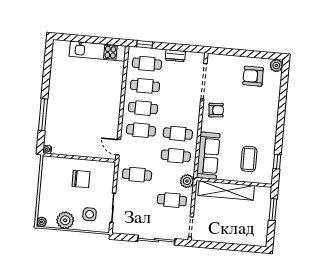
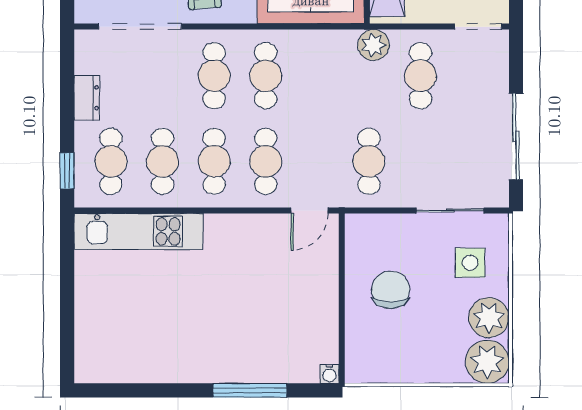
kitchen unit: (98, 51) -> (138, 231), moved, turned 90
cafe table: (176, 156) -> (214, 76), moved
plant: (42, 222) -> (487, 362), width x1.88, depth x1.88
sliding door: (156, 240) -> (516, 136), moved

